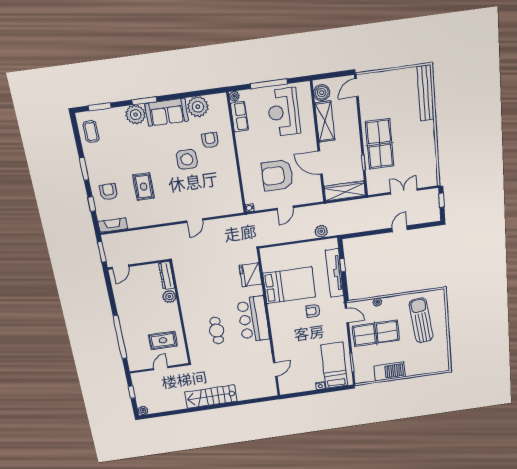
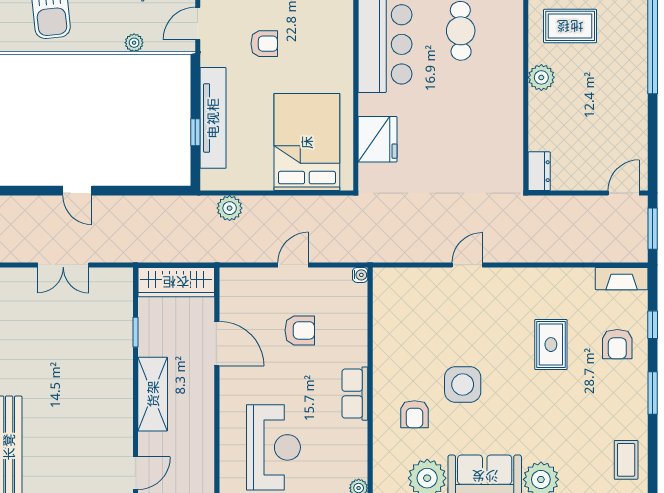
boiler: (322, 93) -> (200, 473), removed
row of seats: (239, 117) -> (355, 394), moved
shelving: (325, 122) -> (153, 394), moved
table tennis table: (380, 144) -> (102, 363), removed
armchair: (277, 175) -> (300, 330), width x0.53, depth x0.53
door: (400, 229) -> (77, 191), hinge flipped
dresser: (167, 275) -> (539, 171), width x0.70
bed: (289, 285) -> (307, 142), moved, turned 90
plant: (169, 297) -> (541, 77), moved
door: (347, 315) -> (198, 23), hinge flipped

